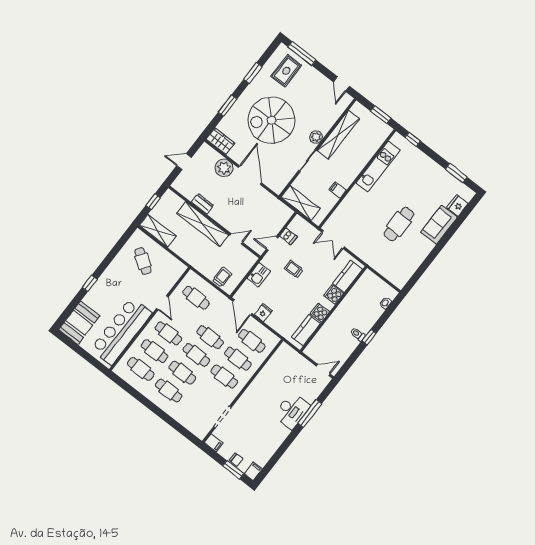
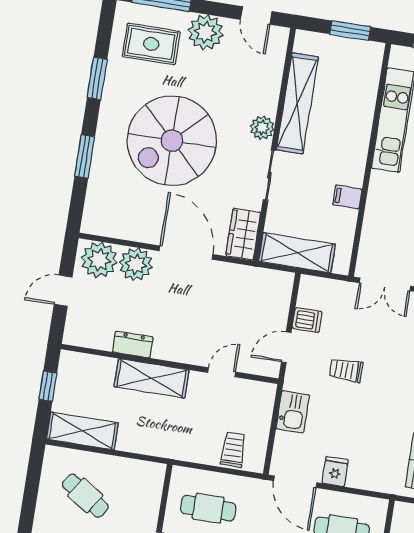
rug: (286, 71) -> (151, 44), turned 90
plant: (314, 79) -> (206, 32), added
wardrobe: (220, 141) -> (243, 234), moved, turned -90
plant: (208, 157) -> (99, 260), added
shelving: (203, 224) -> (152, 378), width x0.68

